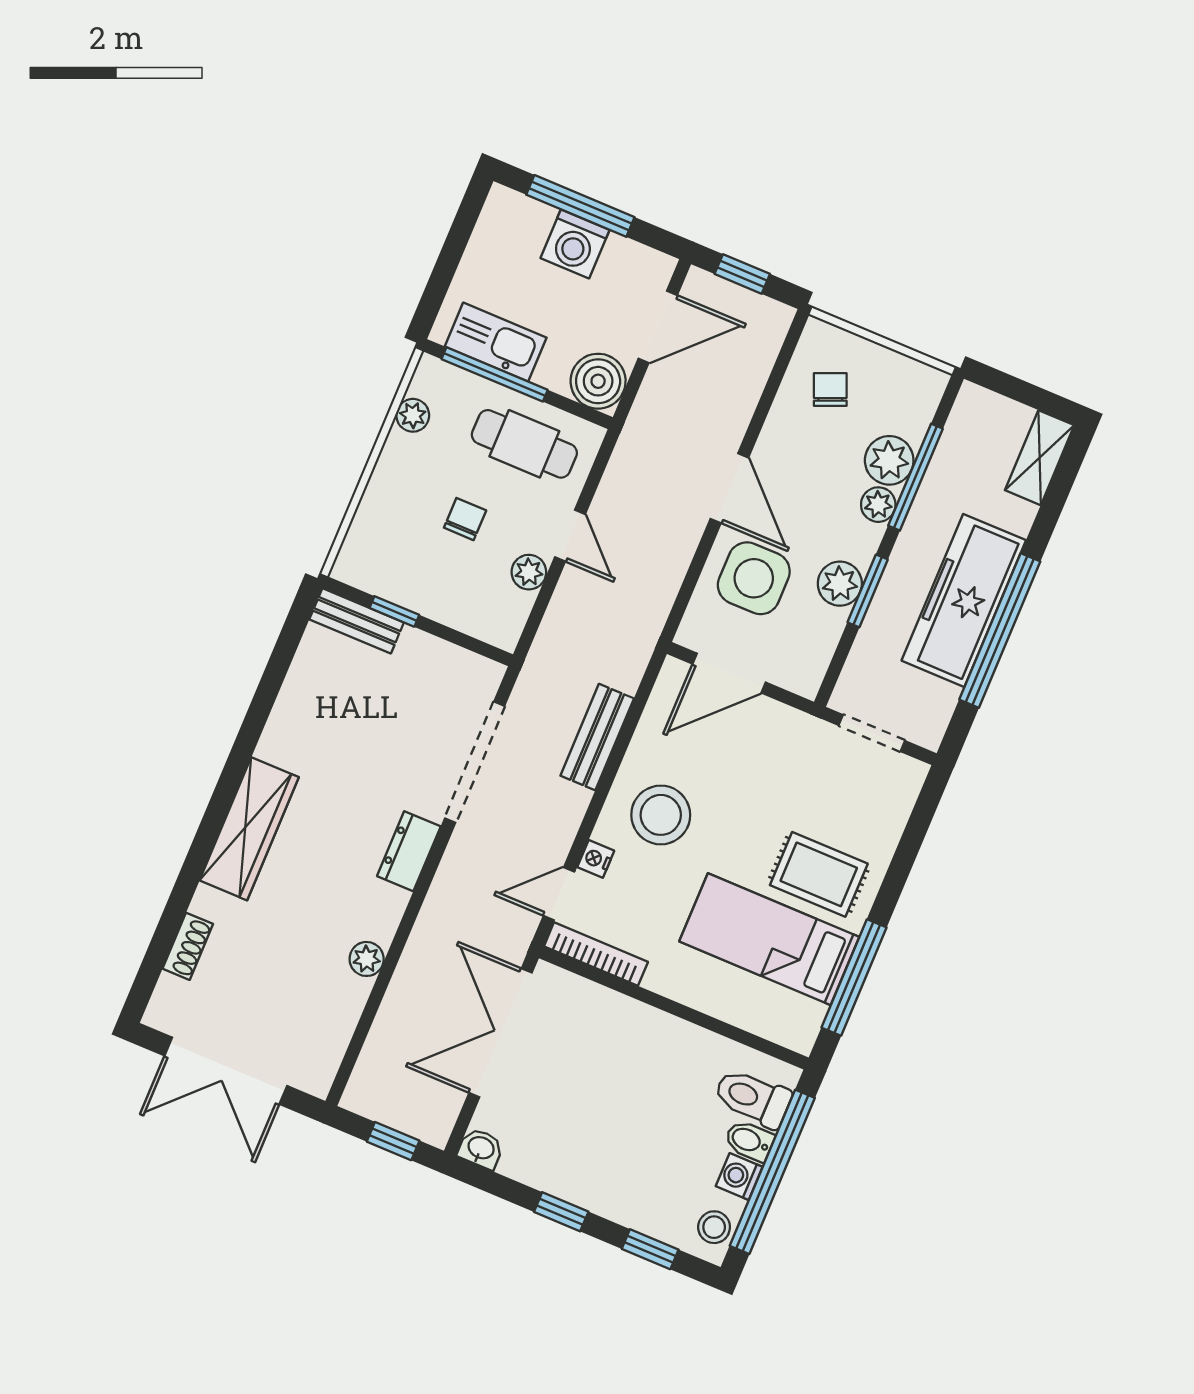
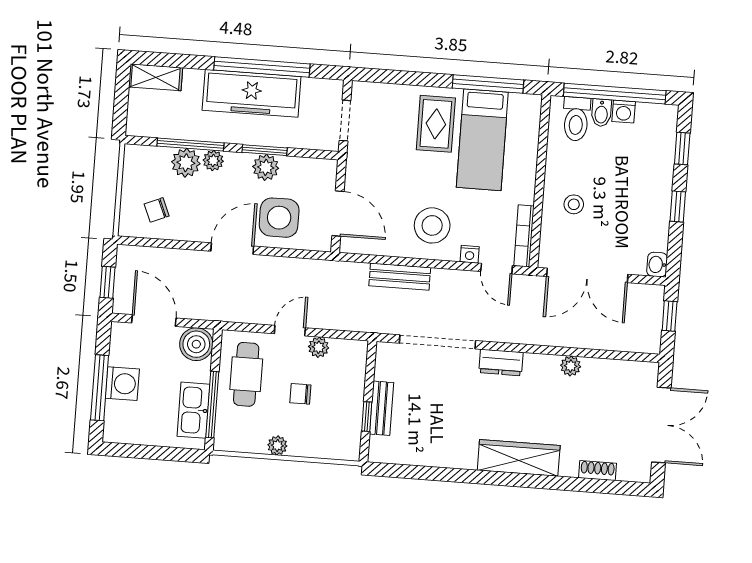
plant: (413, 415) -> (277, 445), moved
bench: (357, 621) -> (381, 408), moved
stool: (714, 1227) -> (574, 204), moved

